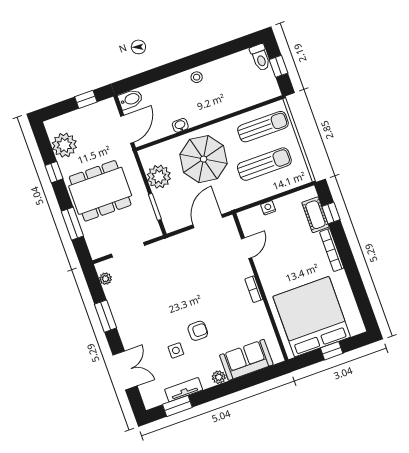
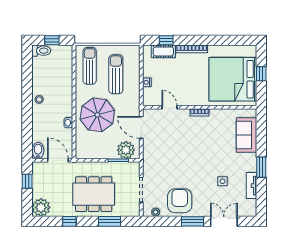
plant: (64, 145) -> (41, 208), moved
plant: (159, 177) -> (126, 150), moved
dining table: (100, 191) -> (94, 194), turned 90
window: (105, 316) -> (192, 221), moved
armchair: (198, 331) -> (180, 201), moved, width x1.88, depth x1.88
plant: (219, 377) -> (252, 158), removed
window: (177, 406) -> (261, 167), moved

